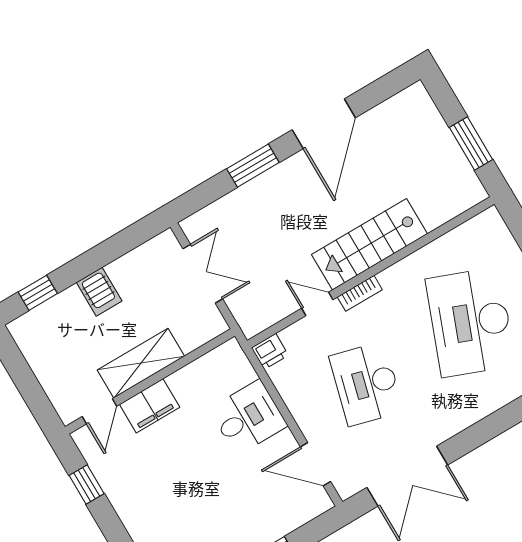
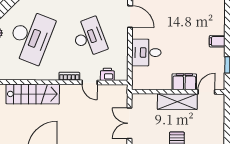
stairs: (369, 244) -> (33, 94), moved
printer: (270, 352) -> (107, 74), moved
desk: (366, 384) -> (89, 37), turned -36
filing cabinet: (134, 513) -> (217, 41), added

